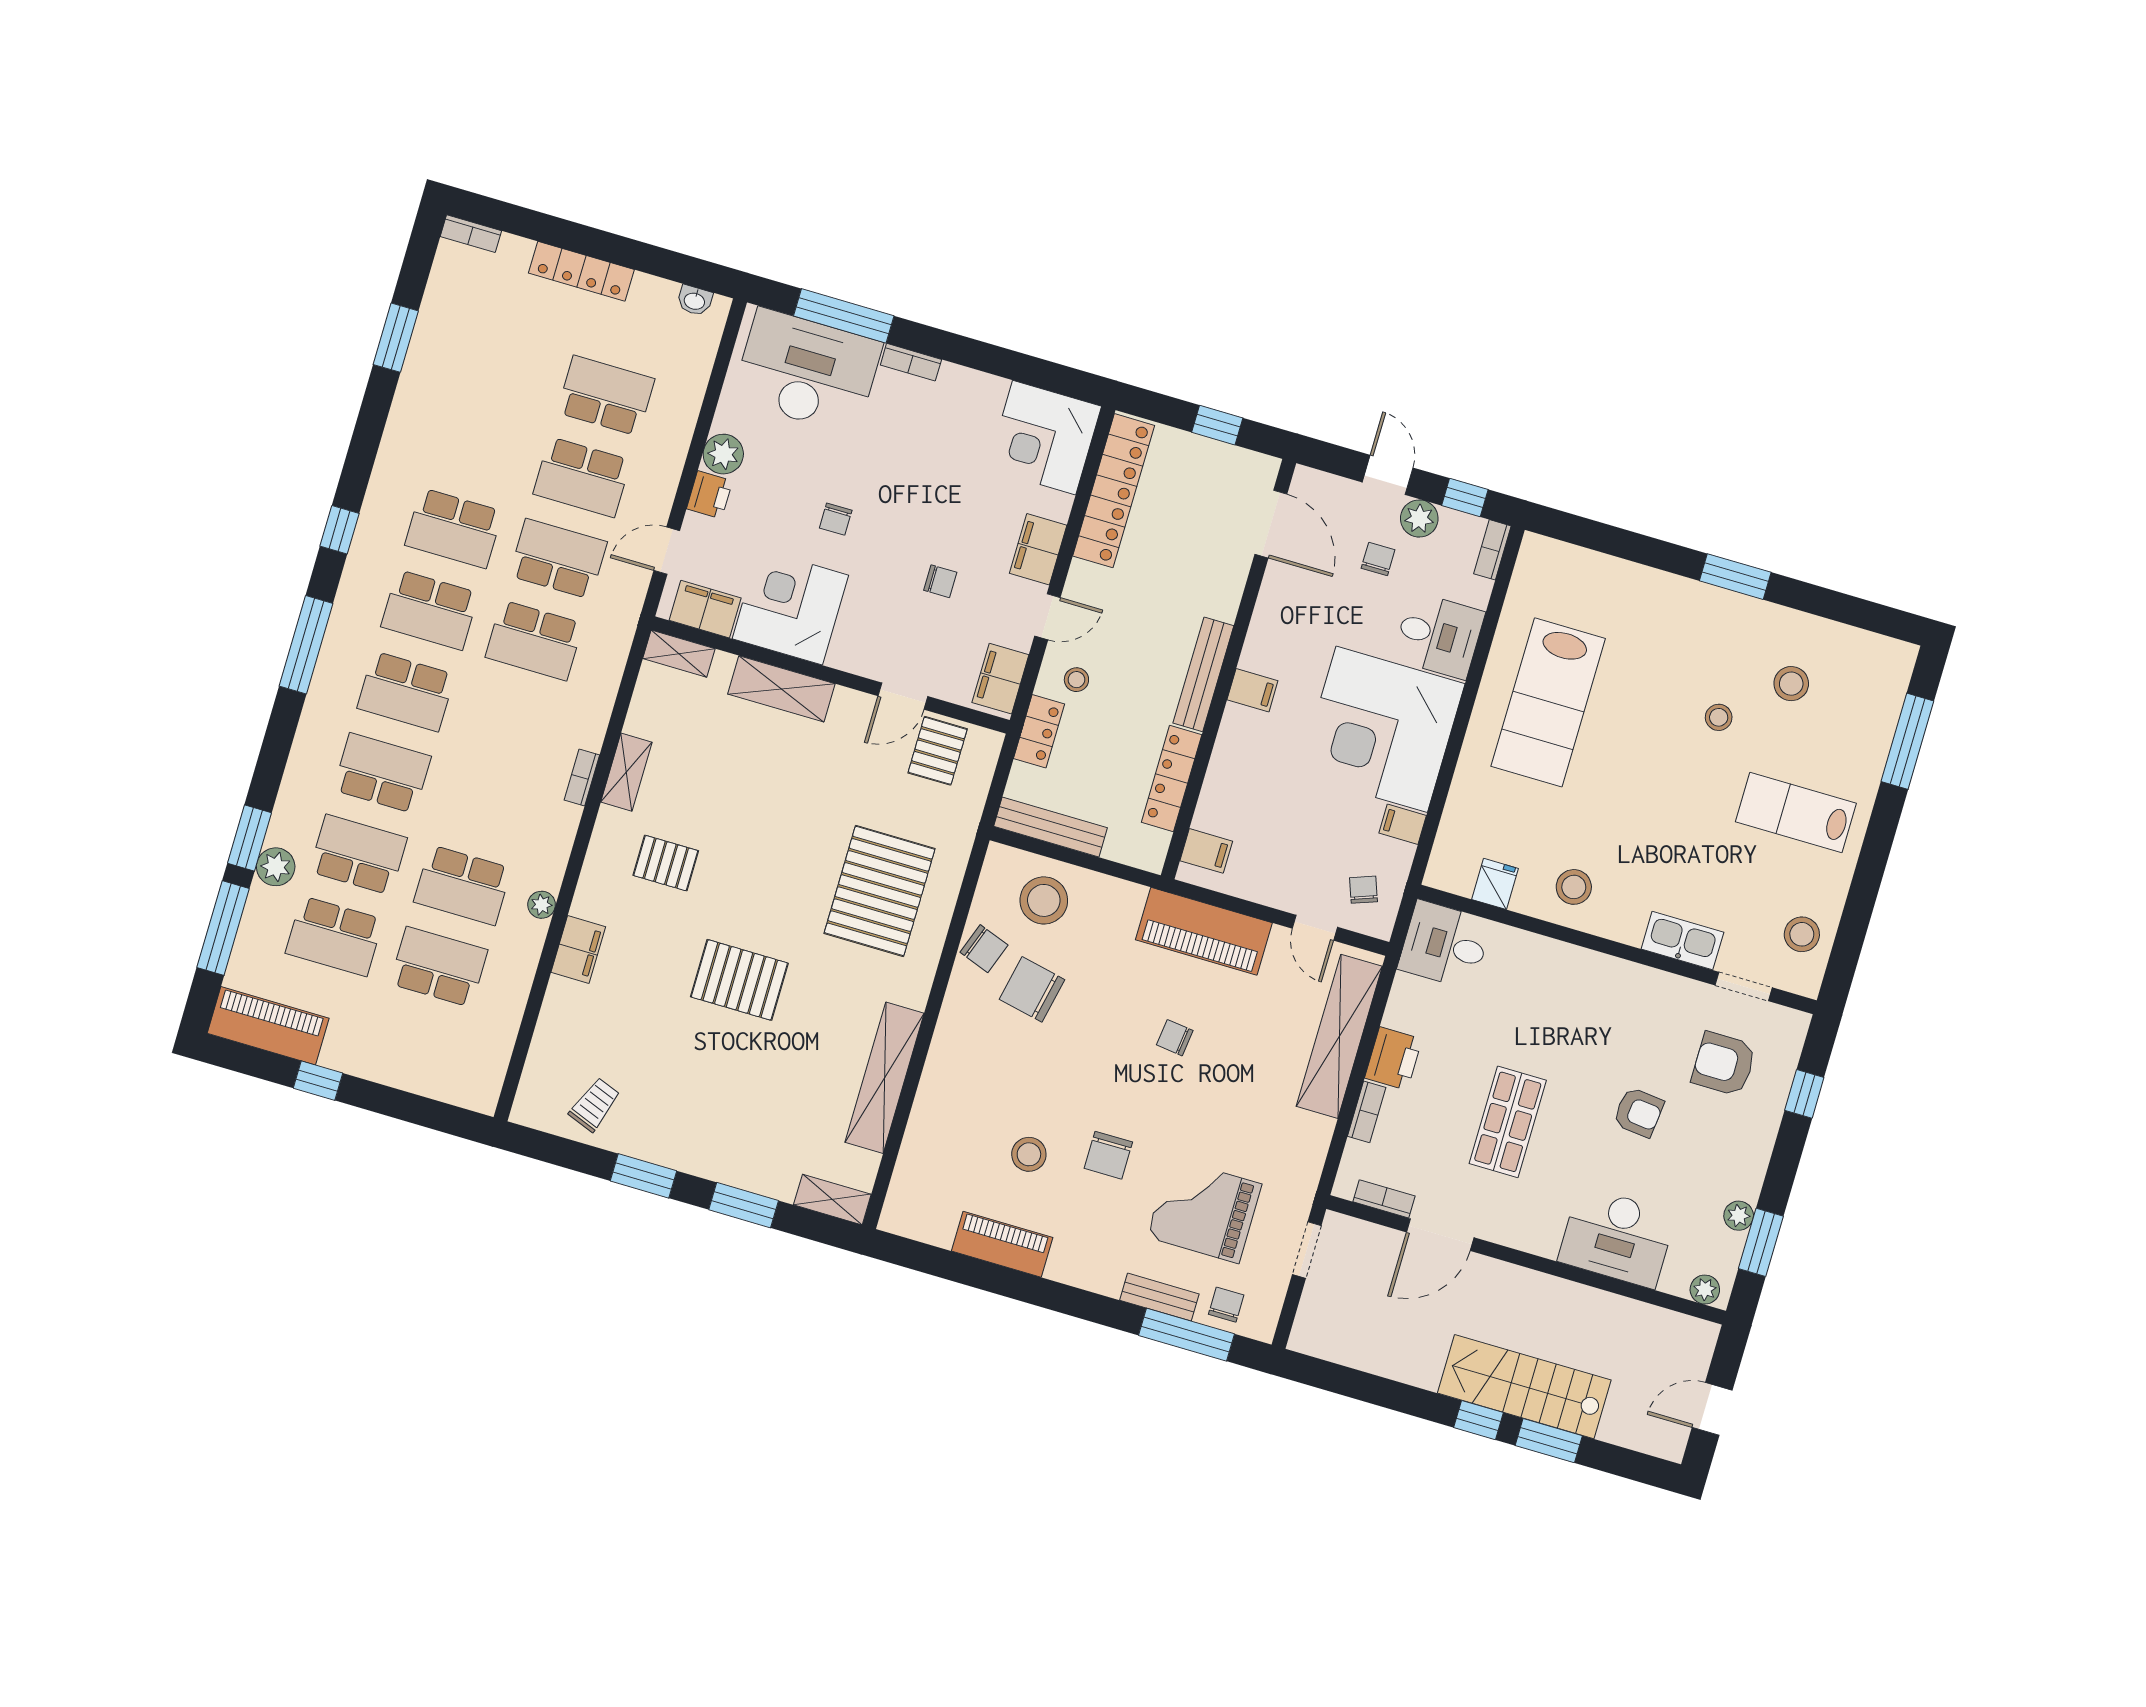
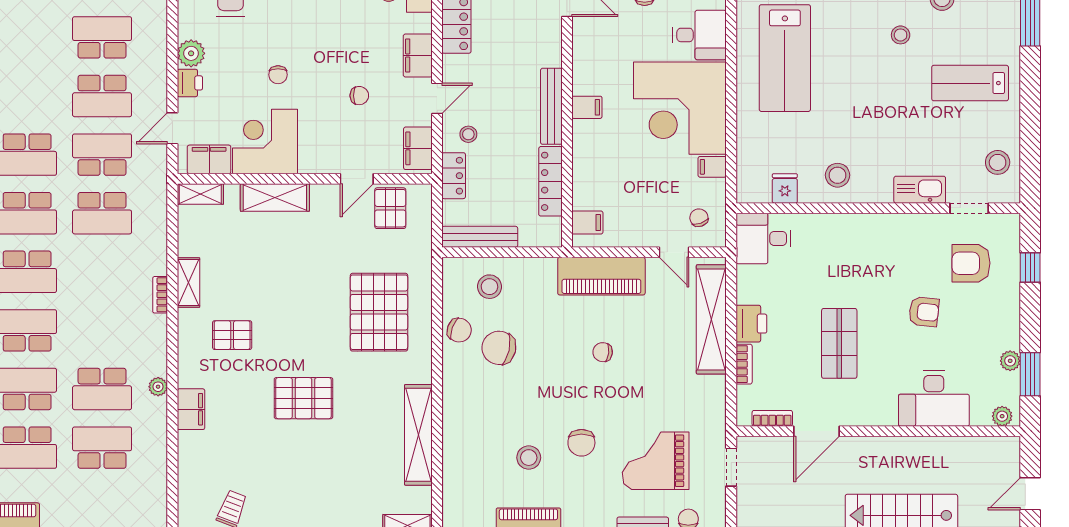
stool: (1044, 900) -> (489, 287), width x0.73, depth x0.73

